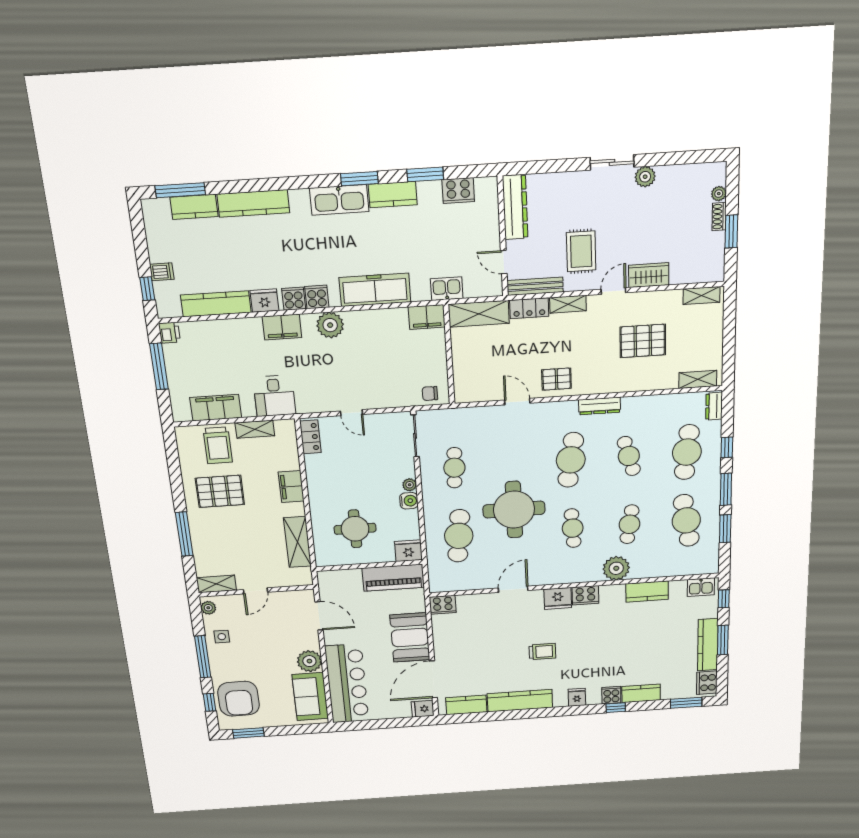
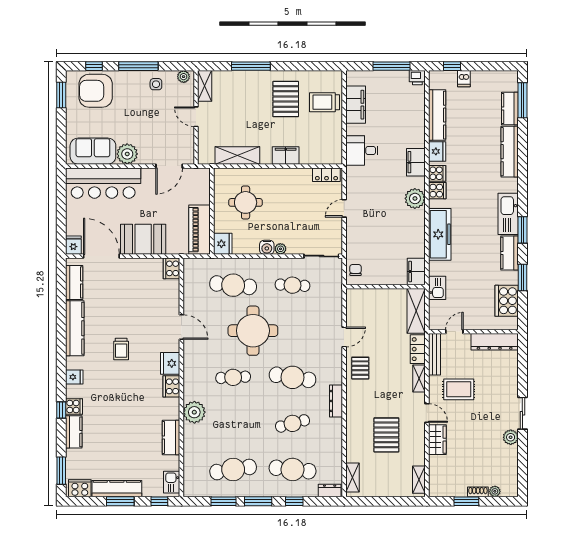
cooker: (458, 191) -> (507, 301), width x1.37, depth x1.31
shelving: (255, 429) -> (336, 132), removed
cafe table: (629, 524) -> (233, 423), removed

